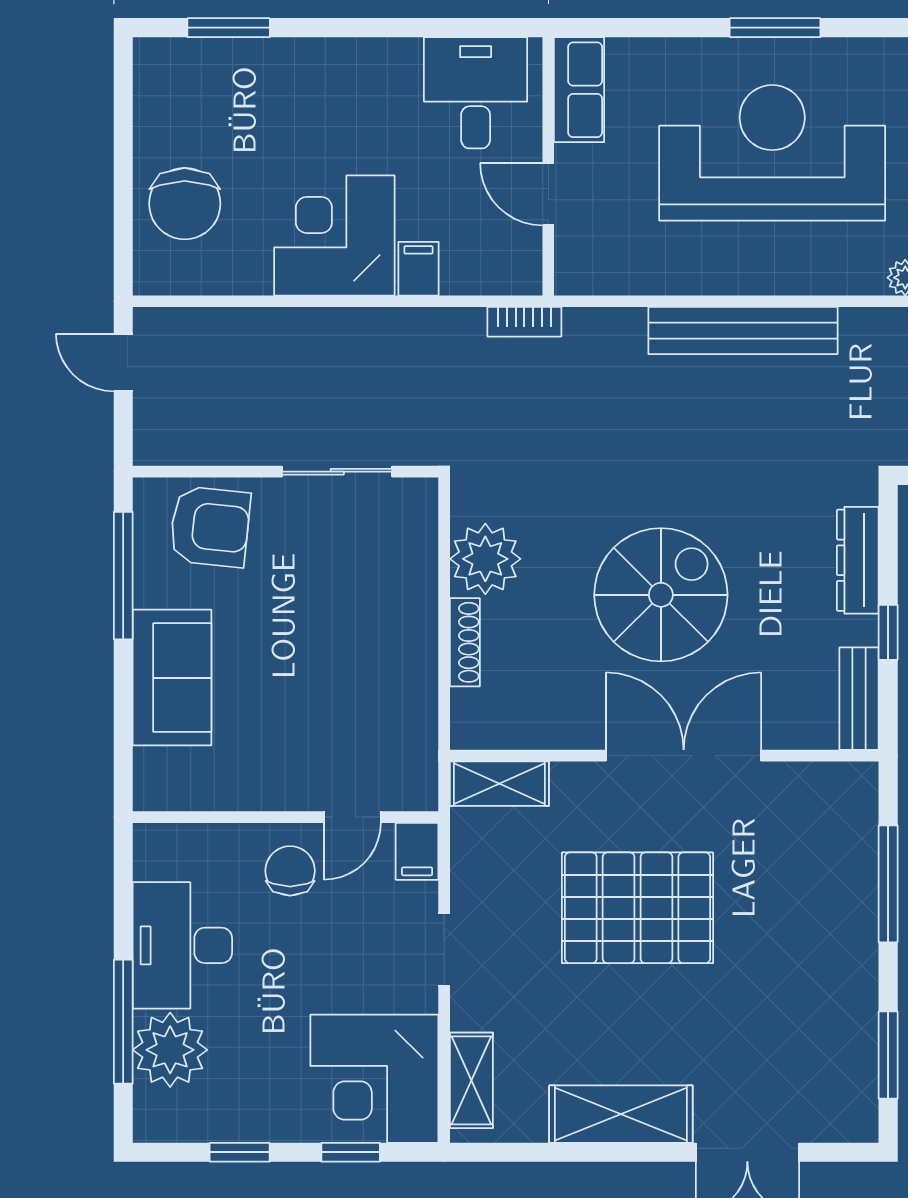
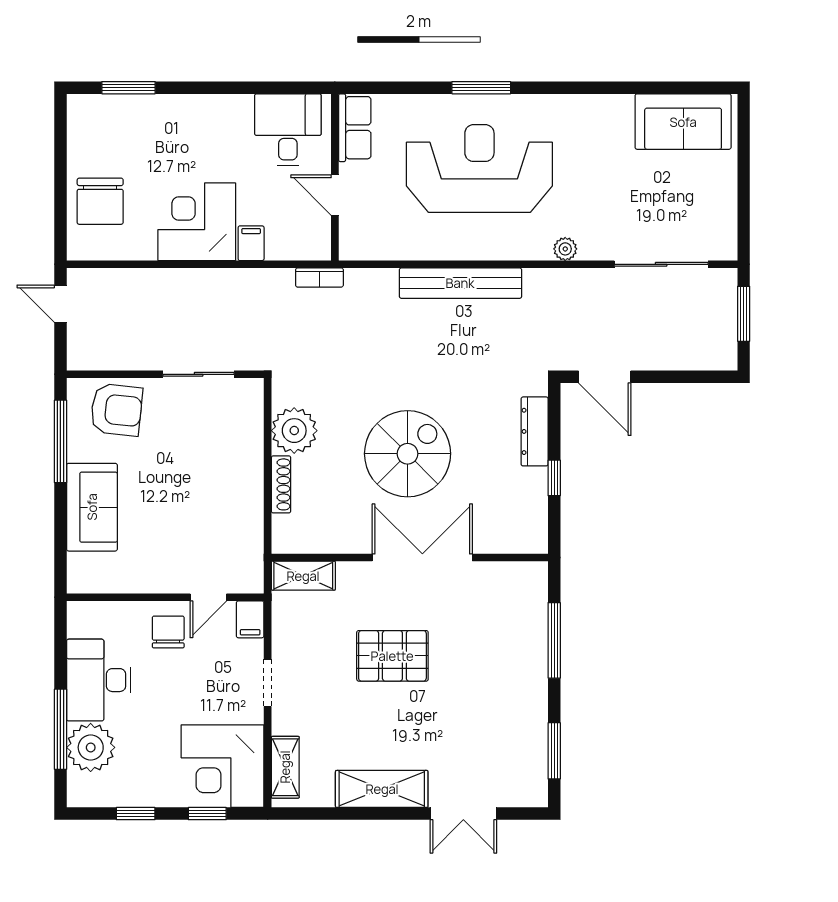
bench: (859, 699) -> (535, 521), removed
pallet: (638, 908) -> (392, 656), width x0.73, depth x0.71

